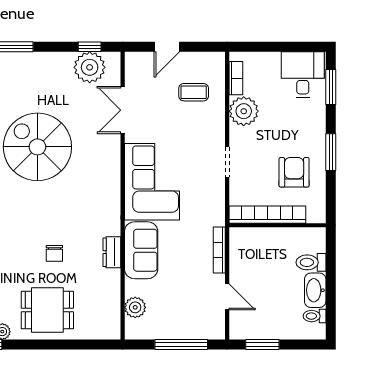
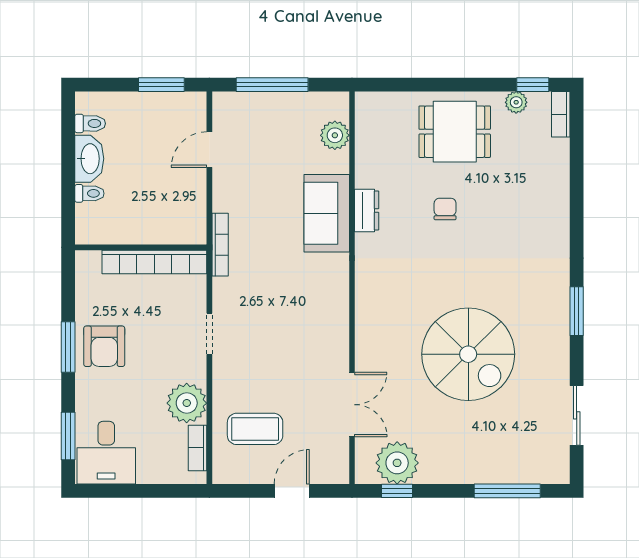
coffee table: (194, 92) -> (255, 429), width x1.36, depth x1.30
armchair: (294, 172) -> (104, 346), moved
corner sofa: (152, 182) -> (312, 307), removed
bookcase: (219, 250) -> (220, 245), moved
toilet: (311, 262) -> (89, 193), width x0.73, depth x0.72
door: (227, 297) -> (209, 150), hinge flipped

